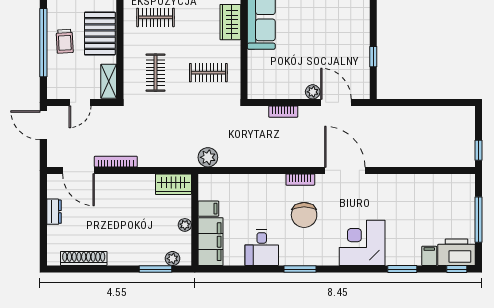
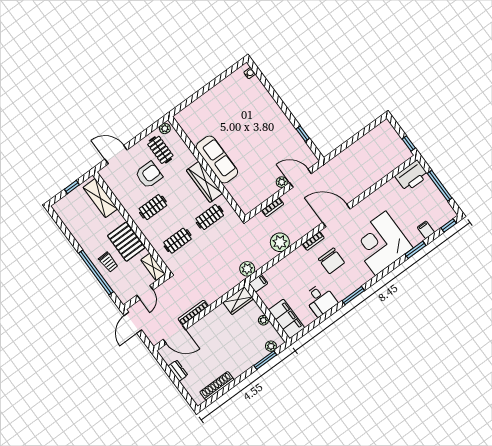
wardrobe: (230, 22) -> (204, 182), width x1.50
clothes rail: (156, 73) -> (178, 241), turned 90
door: (43, 125) -> (133, 323), hinge flipped
plant: (264, 155) -> (280, 242), added
filing cabinet: (208, 209) -> (258, 283), moved
corner desk: (362, 243) -> (381, 243), width x1.36, depth x1.36
printer: (457, 252) -> (412, 176), moved, turned 180

